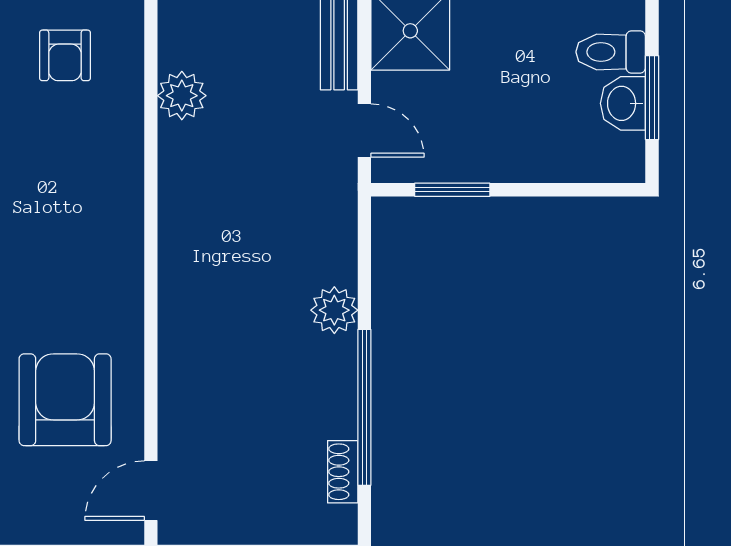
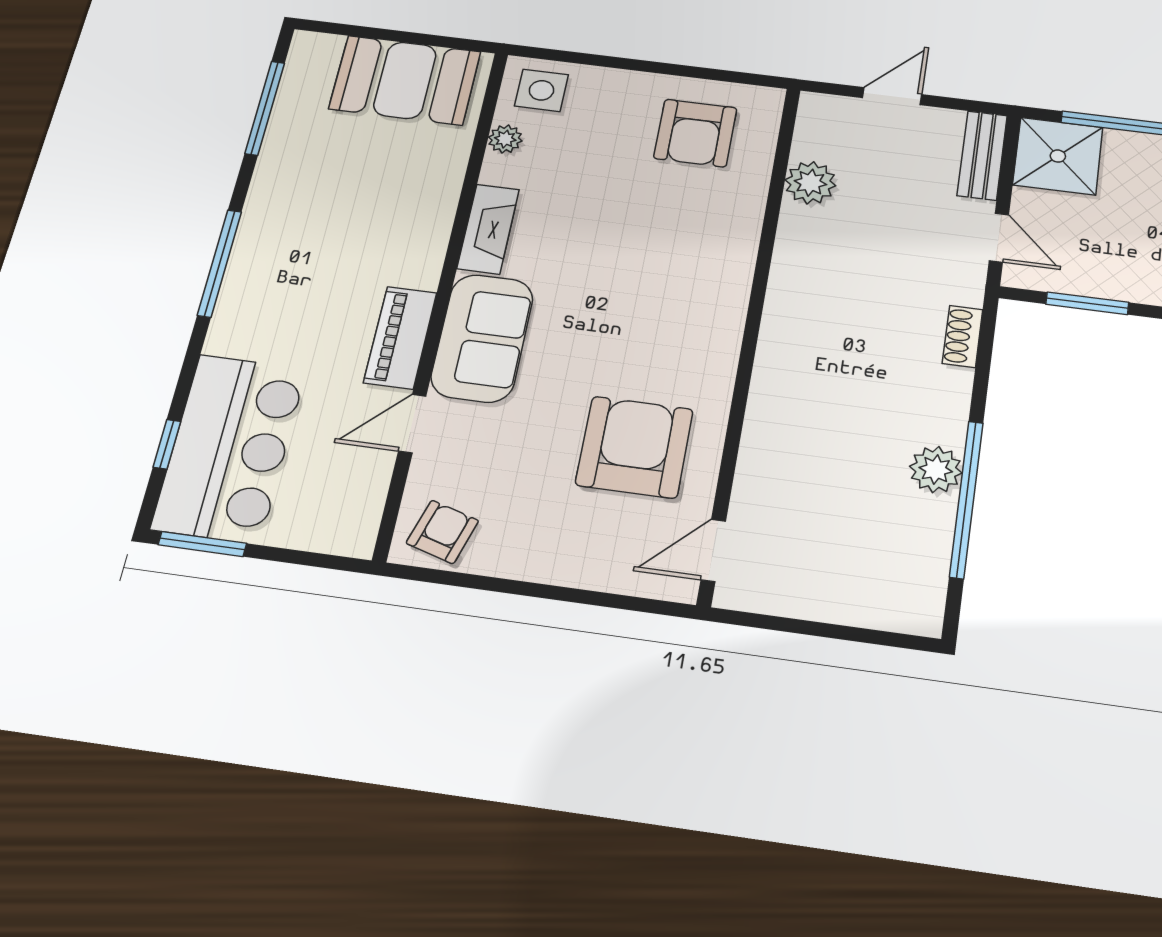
armchair: (65, 55) -> (695, 133), width x1.38, depth x1.38
plant: (334, 310) -> (936, 470), moved
shoe rack: (343, 472) -> (963, 336), moved

